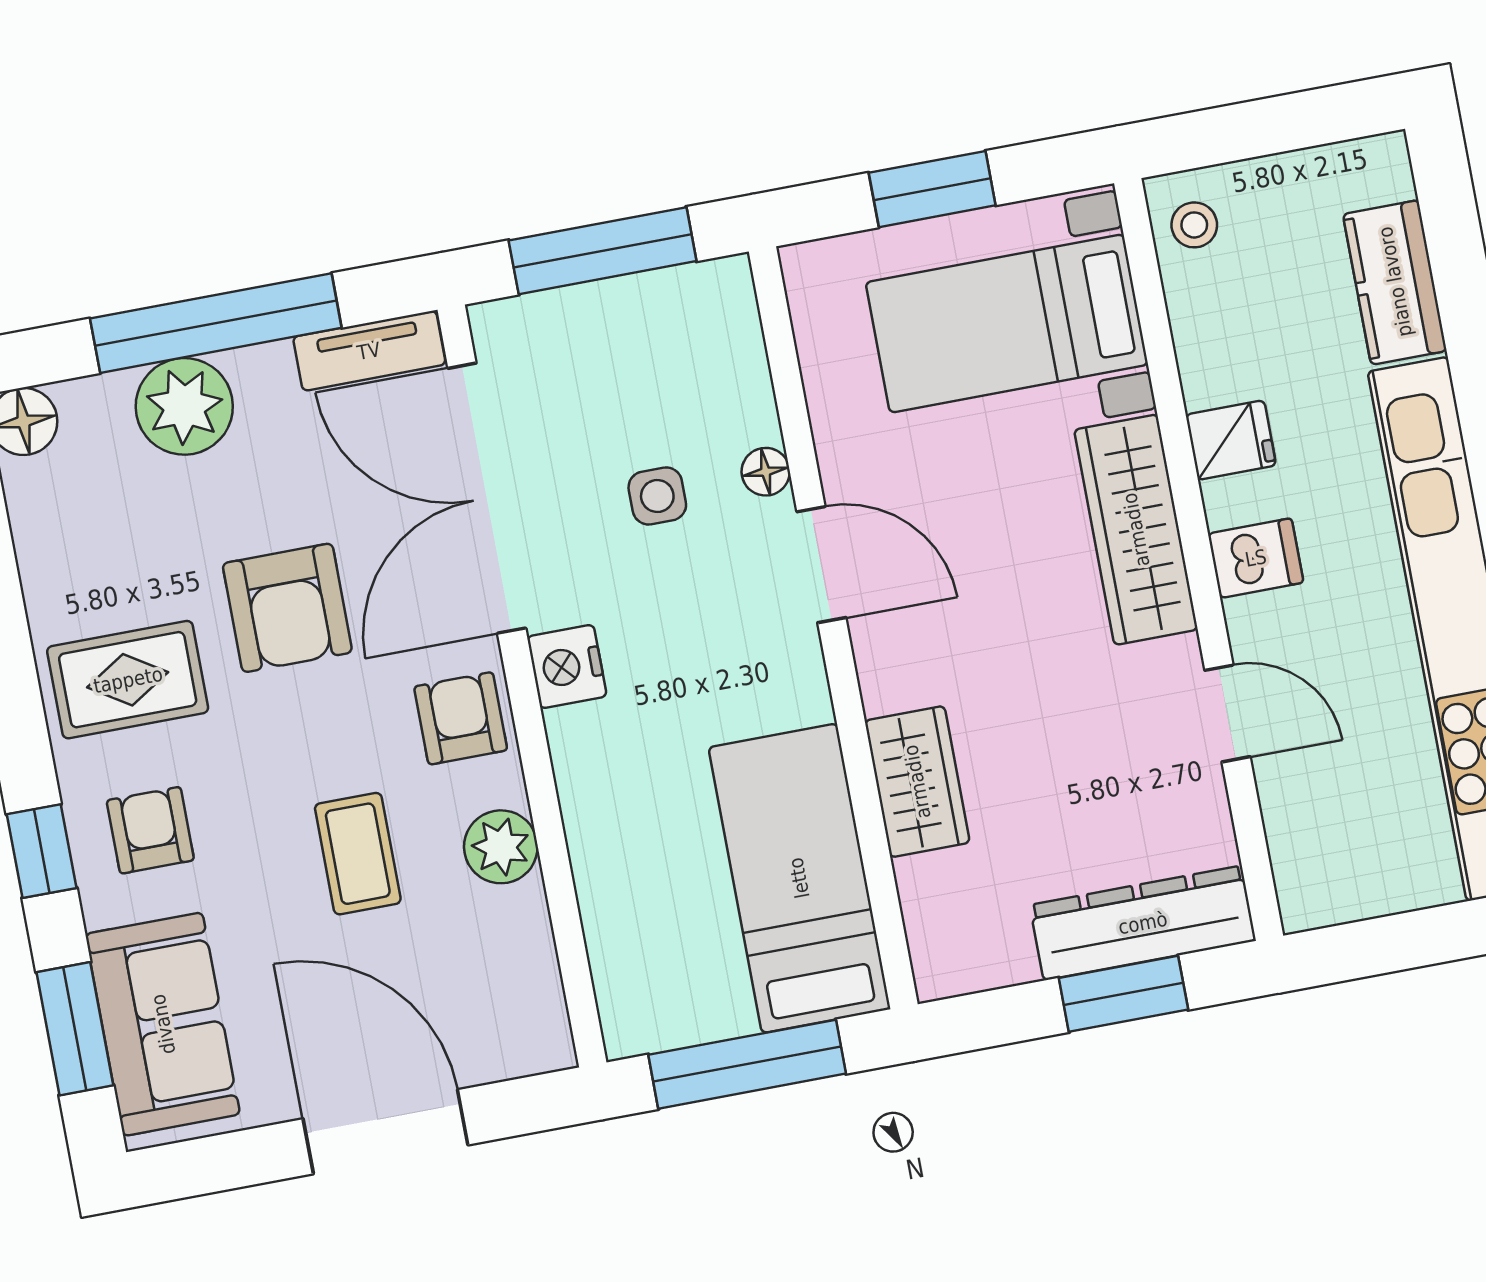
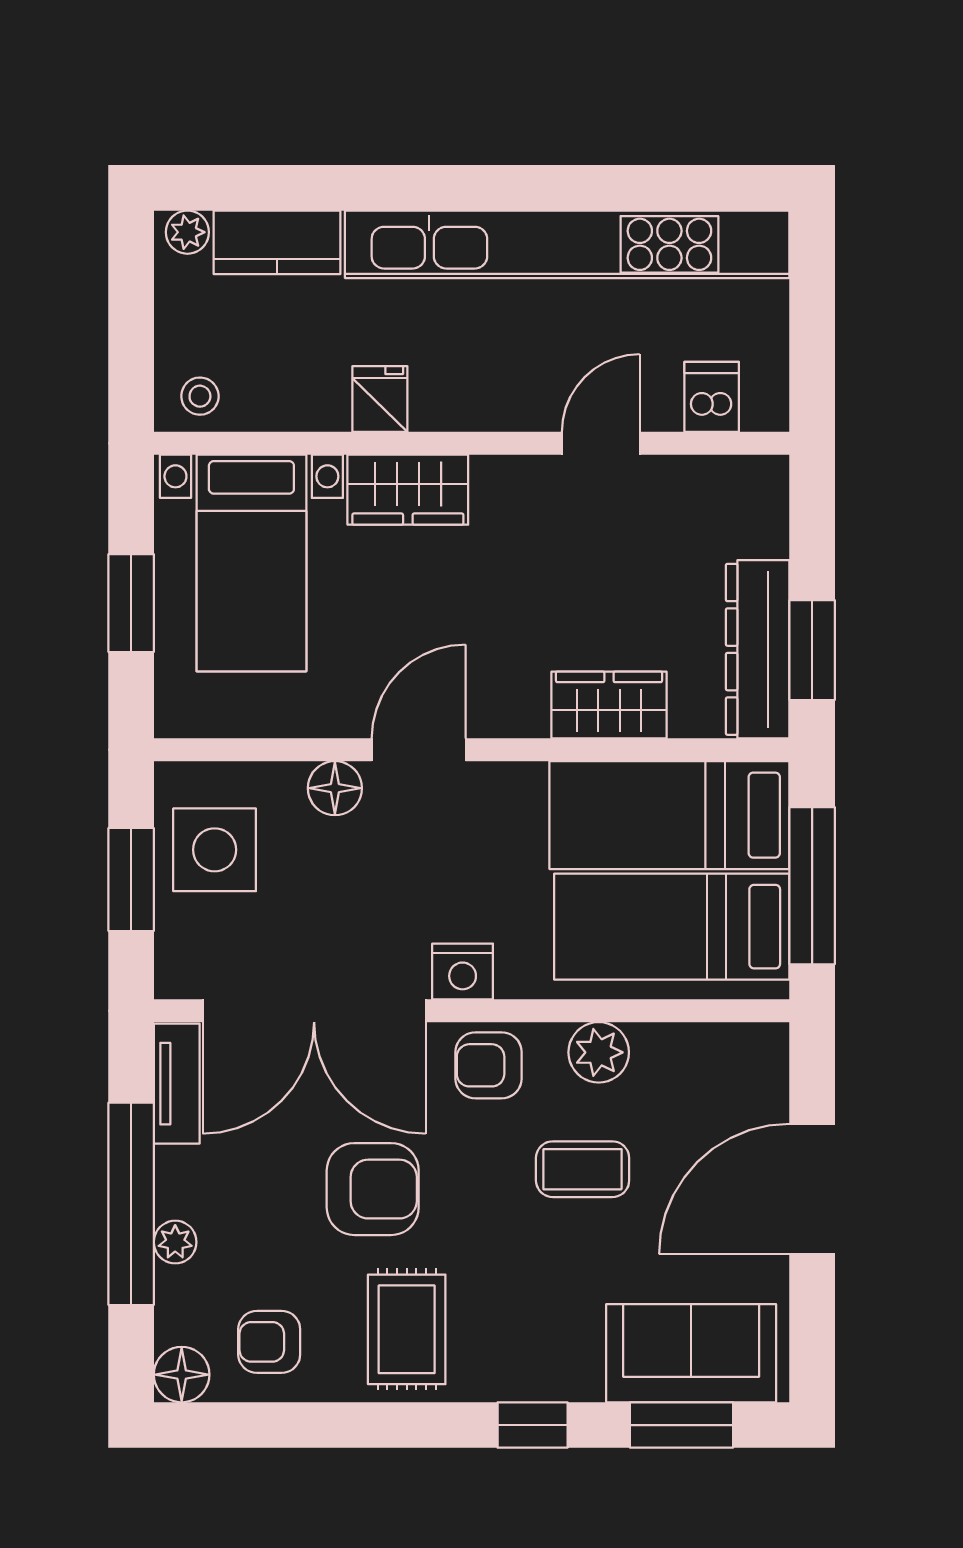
plant: (1387, 173) -> (187, 232), added
window: (603, 251) -> (131, 879), width x0.69
plant: (184, 406) -> (175, 1242), width x0.53, depth x0.53
floor lamp: (766, 472) -> (335, 788), width x1.37, depth x1.37
side table: (657, 496) -> (215, 850), moved, width x1.87, depth x1.87
wardrobe: (1136, 530) -> (408, 490), width x0.67
dishwasher: (1256, 558) -> (712, 397), moved
armchair: (150, 830) -> (269, 1342), moved
bed: (667, 906) -> (672, 927), added
dresser: (1143, 923) -> (758, 649), moved
window: (1123, 994) -> (812, 650), moved

